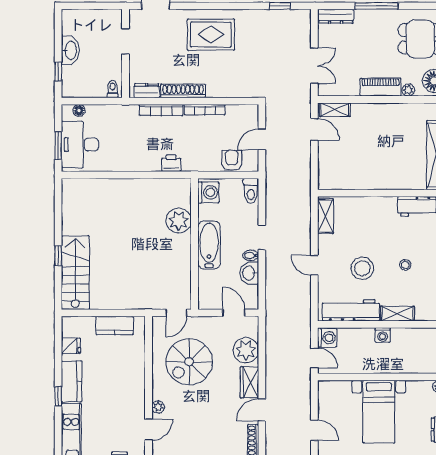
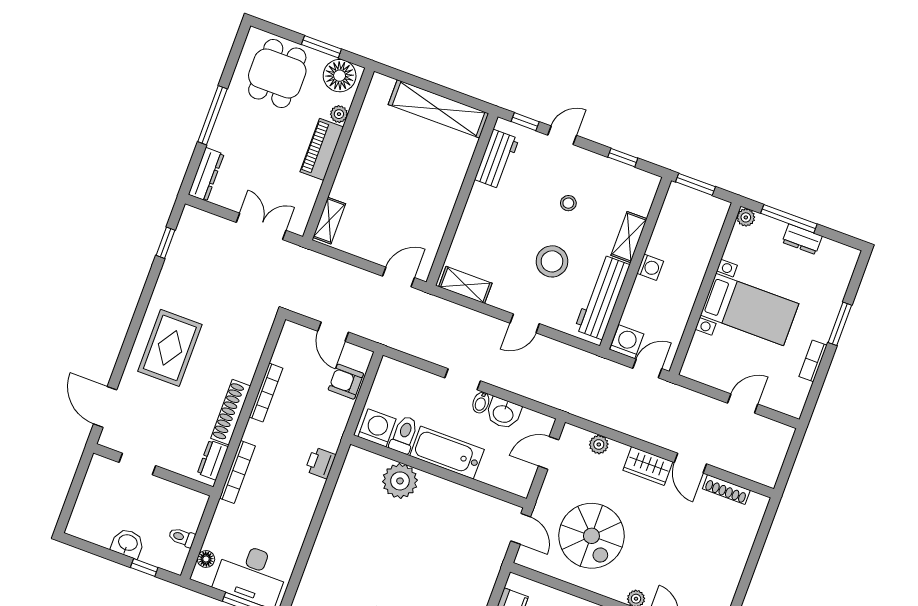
washbasin: (70, 50) -> (128, 543), width x0.72
toilet: (113, 89) -> (182, 537), moved
bookcase: (161, 110) -> (237, 472), moved
door: (314, 129) -> (399, 277), moved
toilet: (251, 191) -> (404, 435), moved, turned -90
plant: (246, 350) -> (599, 444), width x0.53, depth x0.53

